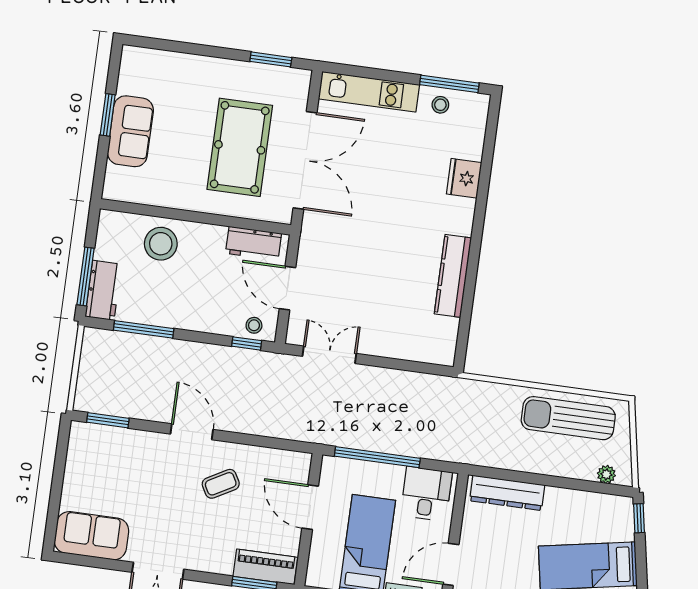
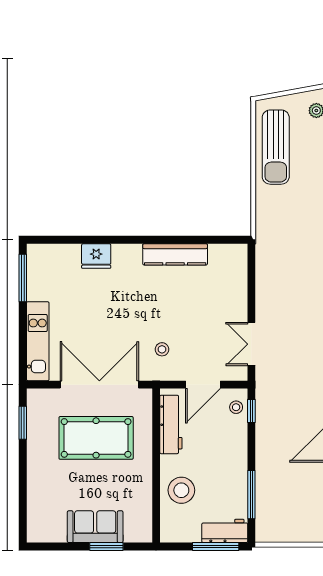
stool: (440, 105) -> (162, 349), moved
window: (108, 115) -> (106, 547), moved
workbench: (254, 243) -> (171, 424), width x1.37

